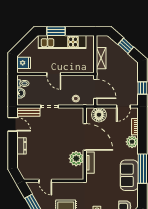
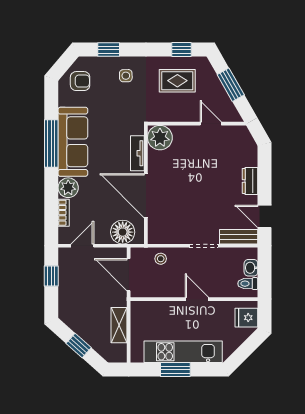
window: (56, 31) -> (175, 370), moved
plant: (76, 159) -> (160, 138), moved
sofa: (129, 175) -> (73, 142), width x1.36

